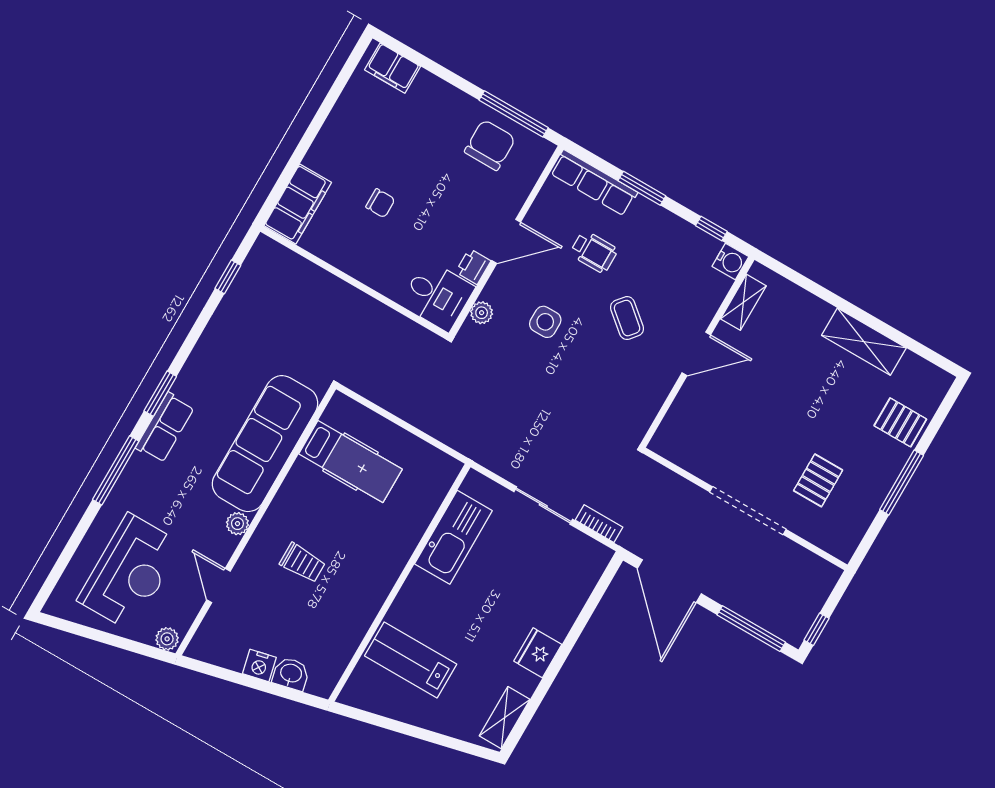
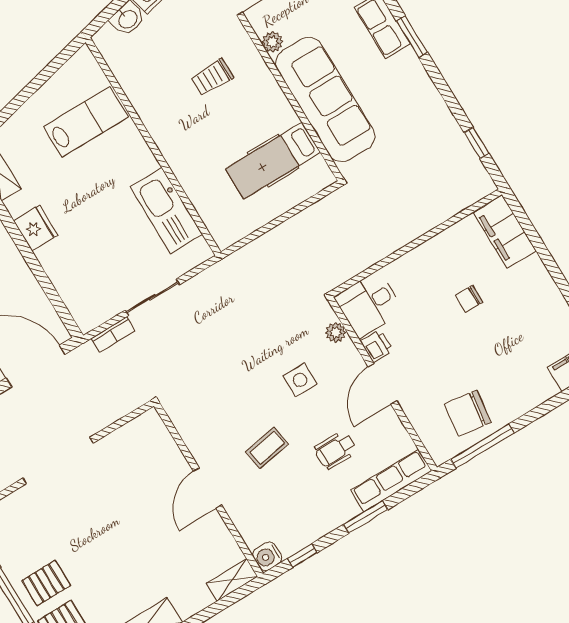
chair: (490, 145) -> (468, 413), turned 98
shelving: (743, 302) -> (232, 580), moved, turned 90
coffee table: (627, 318) -> (267, 448), turned -50
pallet: (818, 480) -> (46, 583), moved, turned 90

